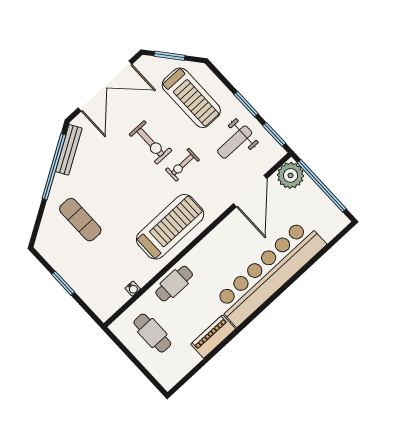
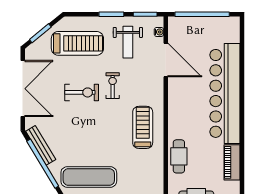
exercise bike: (183, 165) -> (113, 86), turned 180
plant: (291, 175) -> (179, 27), removed
exercise mat: (80, 220) -> (89, 177), width x1.36, depth x1.45
treadmill: (170, 227) -> (143, 127), width x0.73, depth x0.73
water cooler: (133, 289) -> (159, 32), moved

